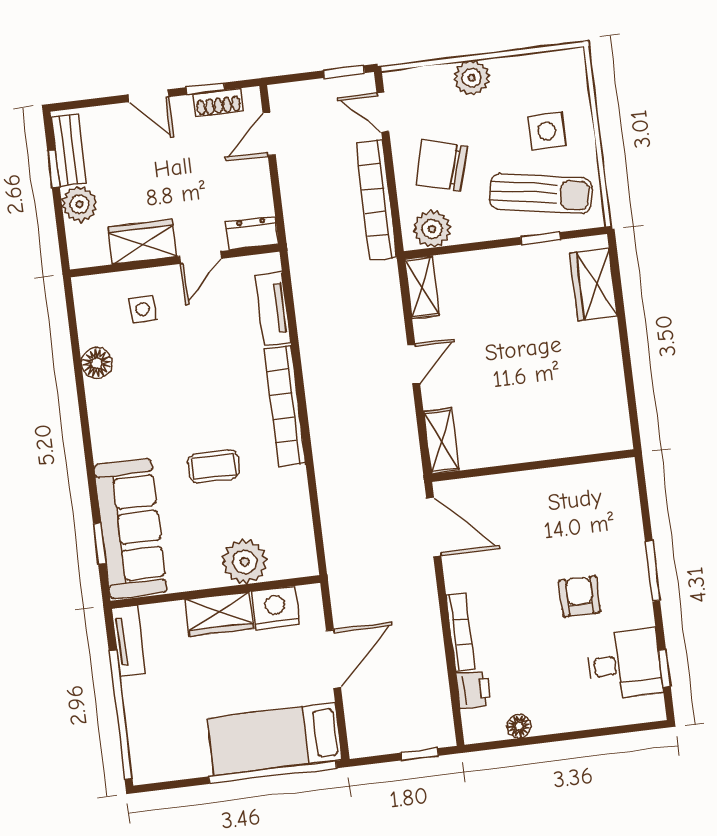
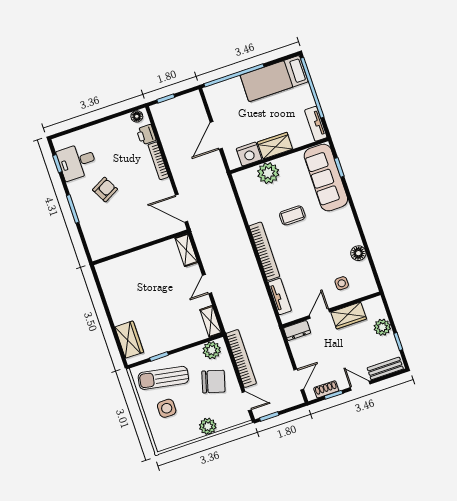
bench: (69, 150) -> (385, 368), moved, turned 90
armchair: (580, 596) -> (105, 190), turned -118
floor lamp: (519, 726) -> (137, 116), moved
bed: (275, 739) -> (274, 79), moved, turned 180

